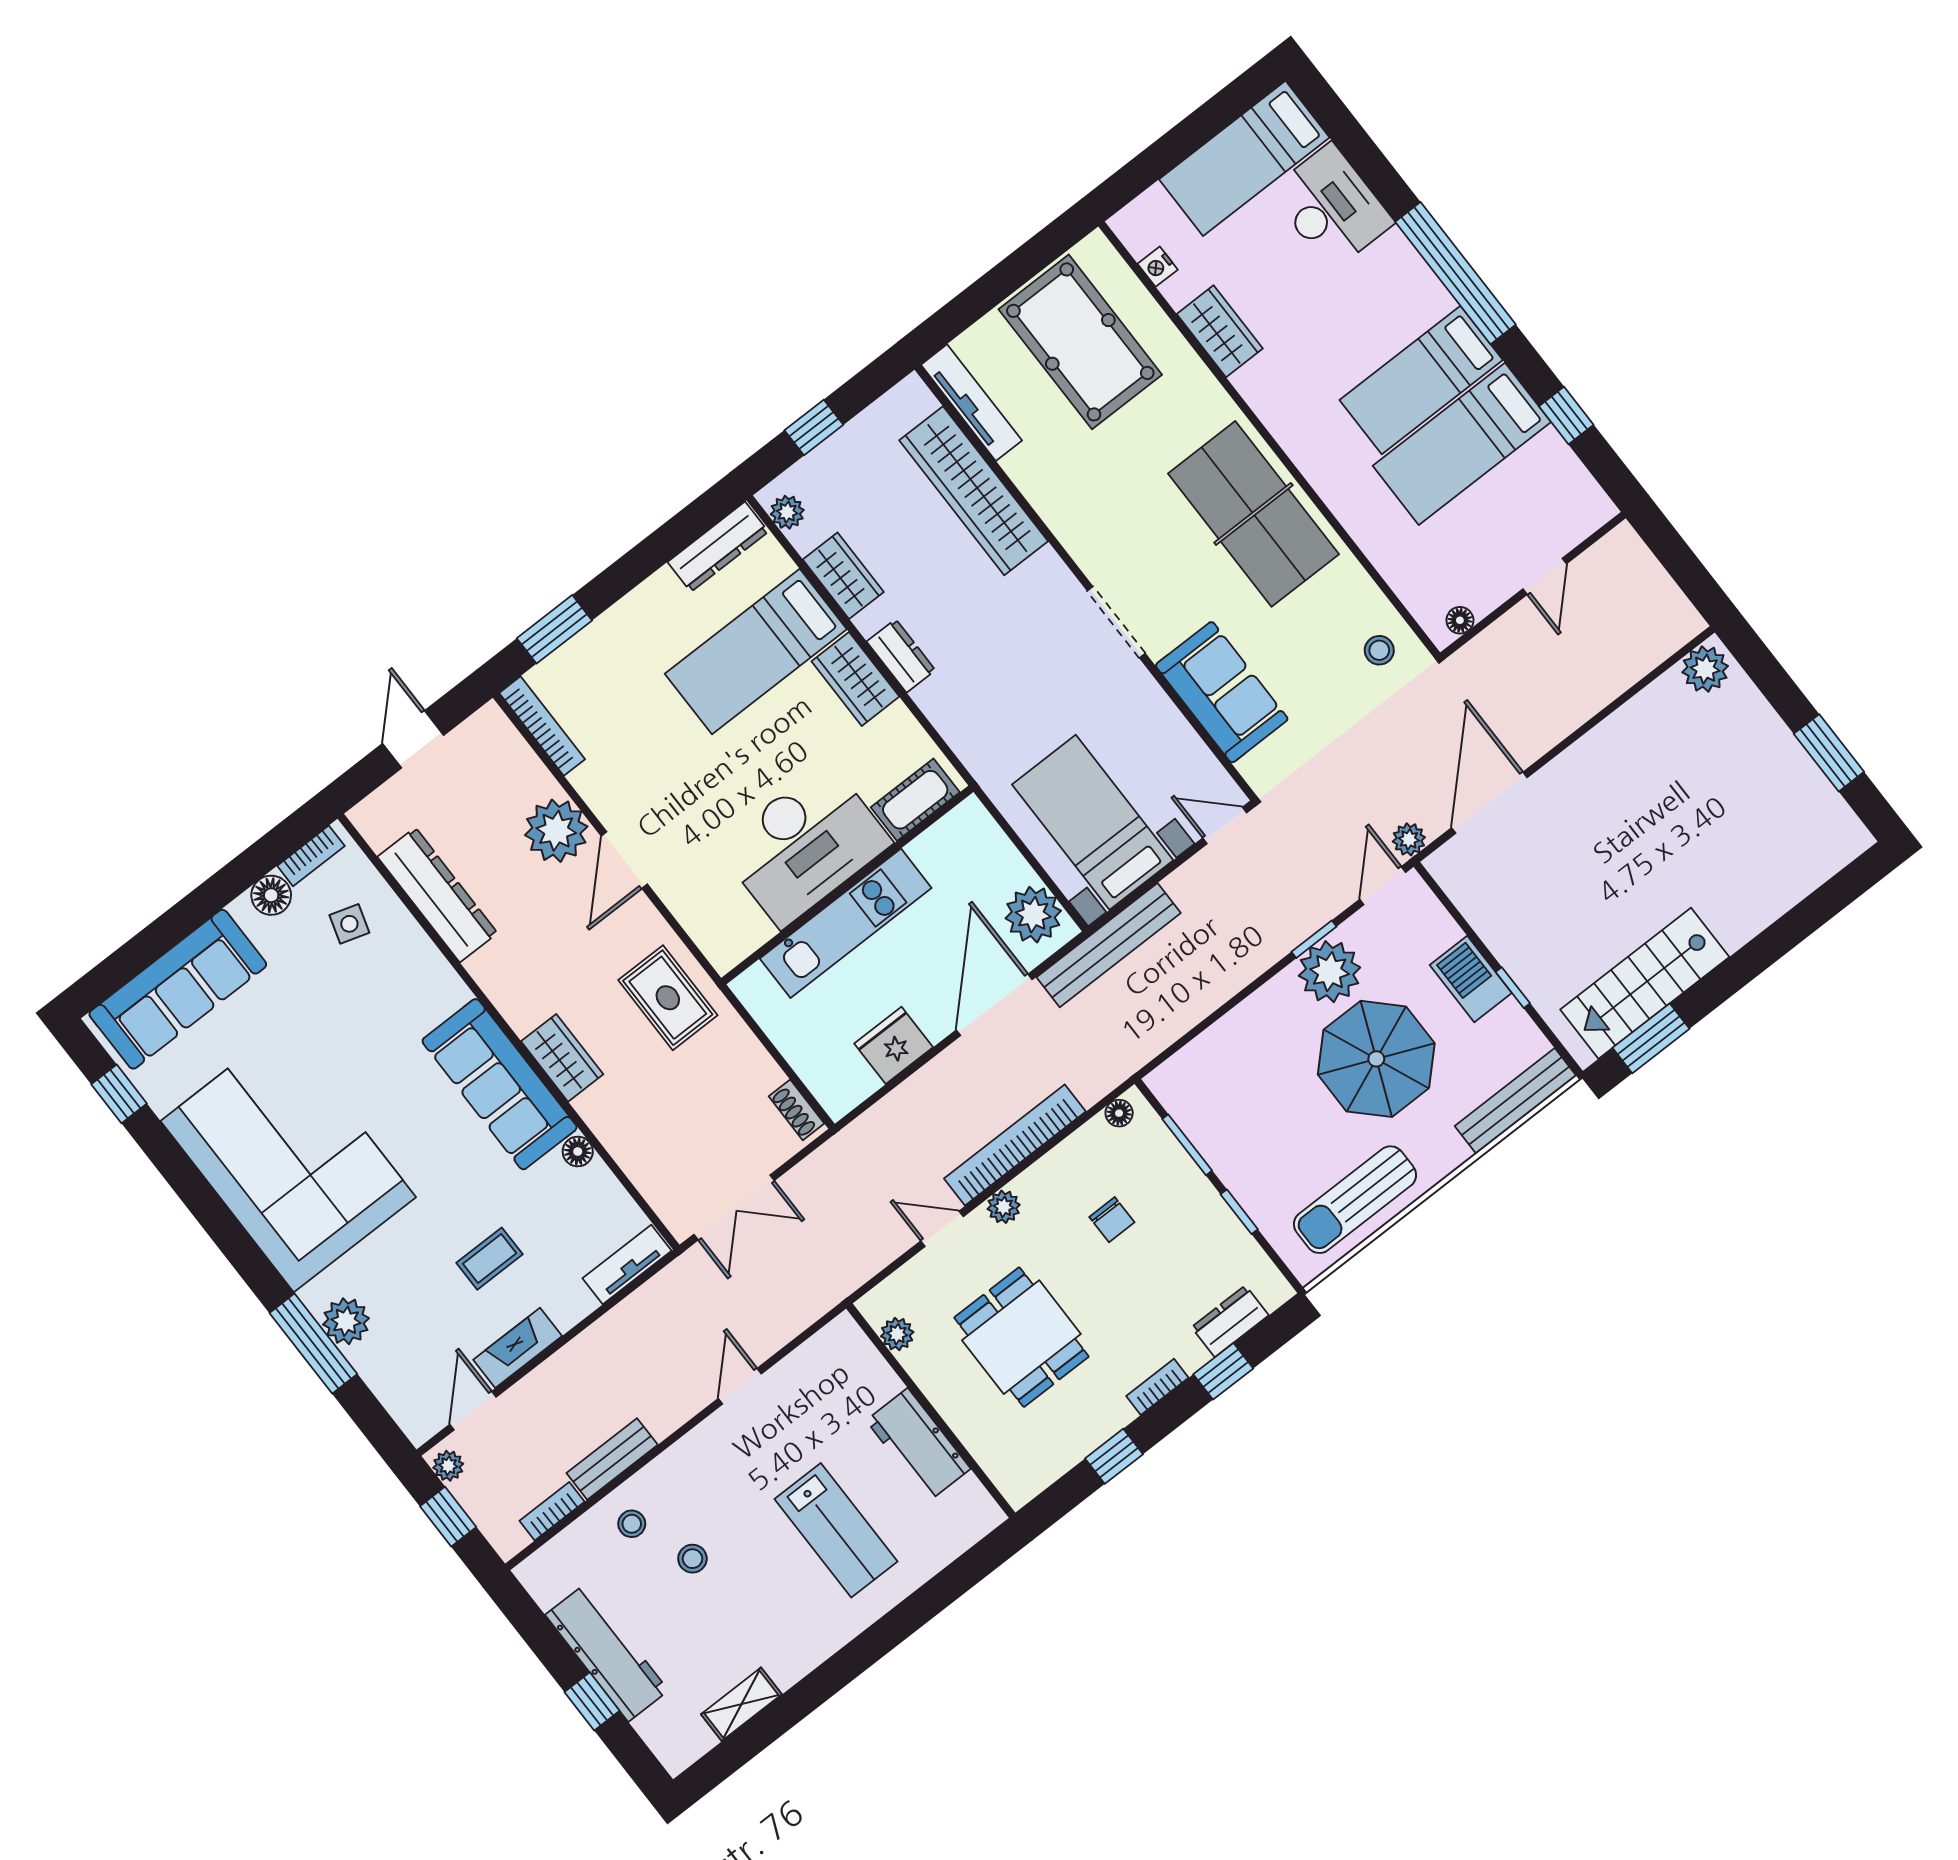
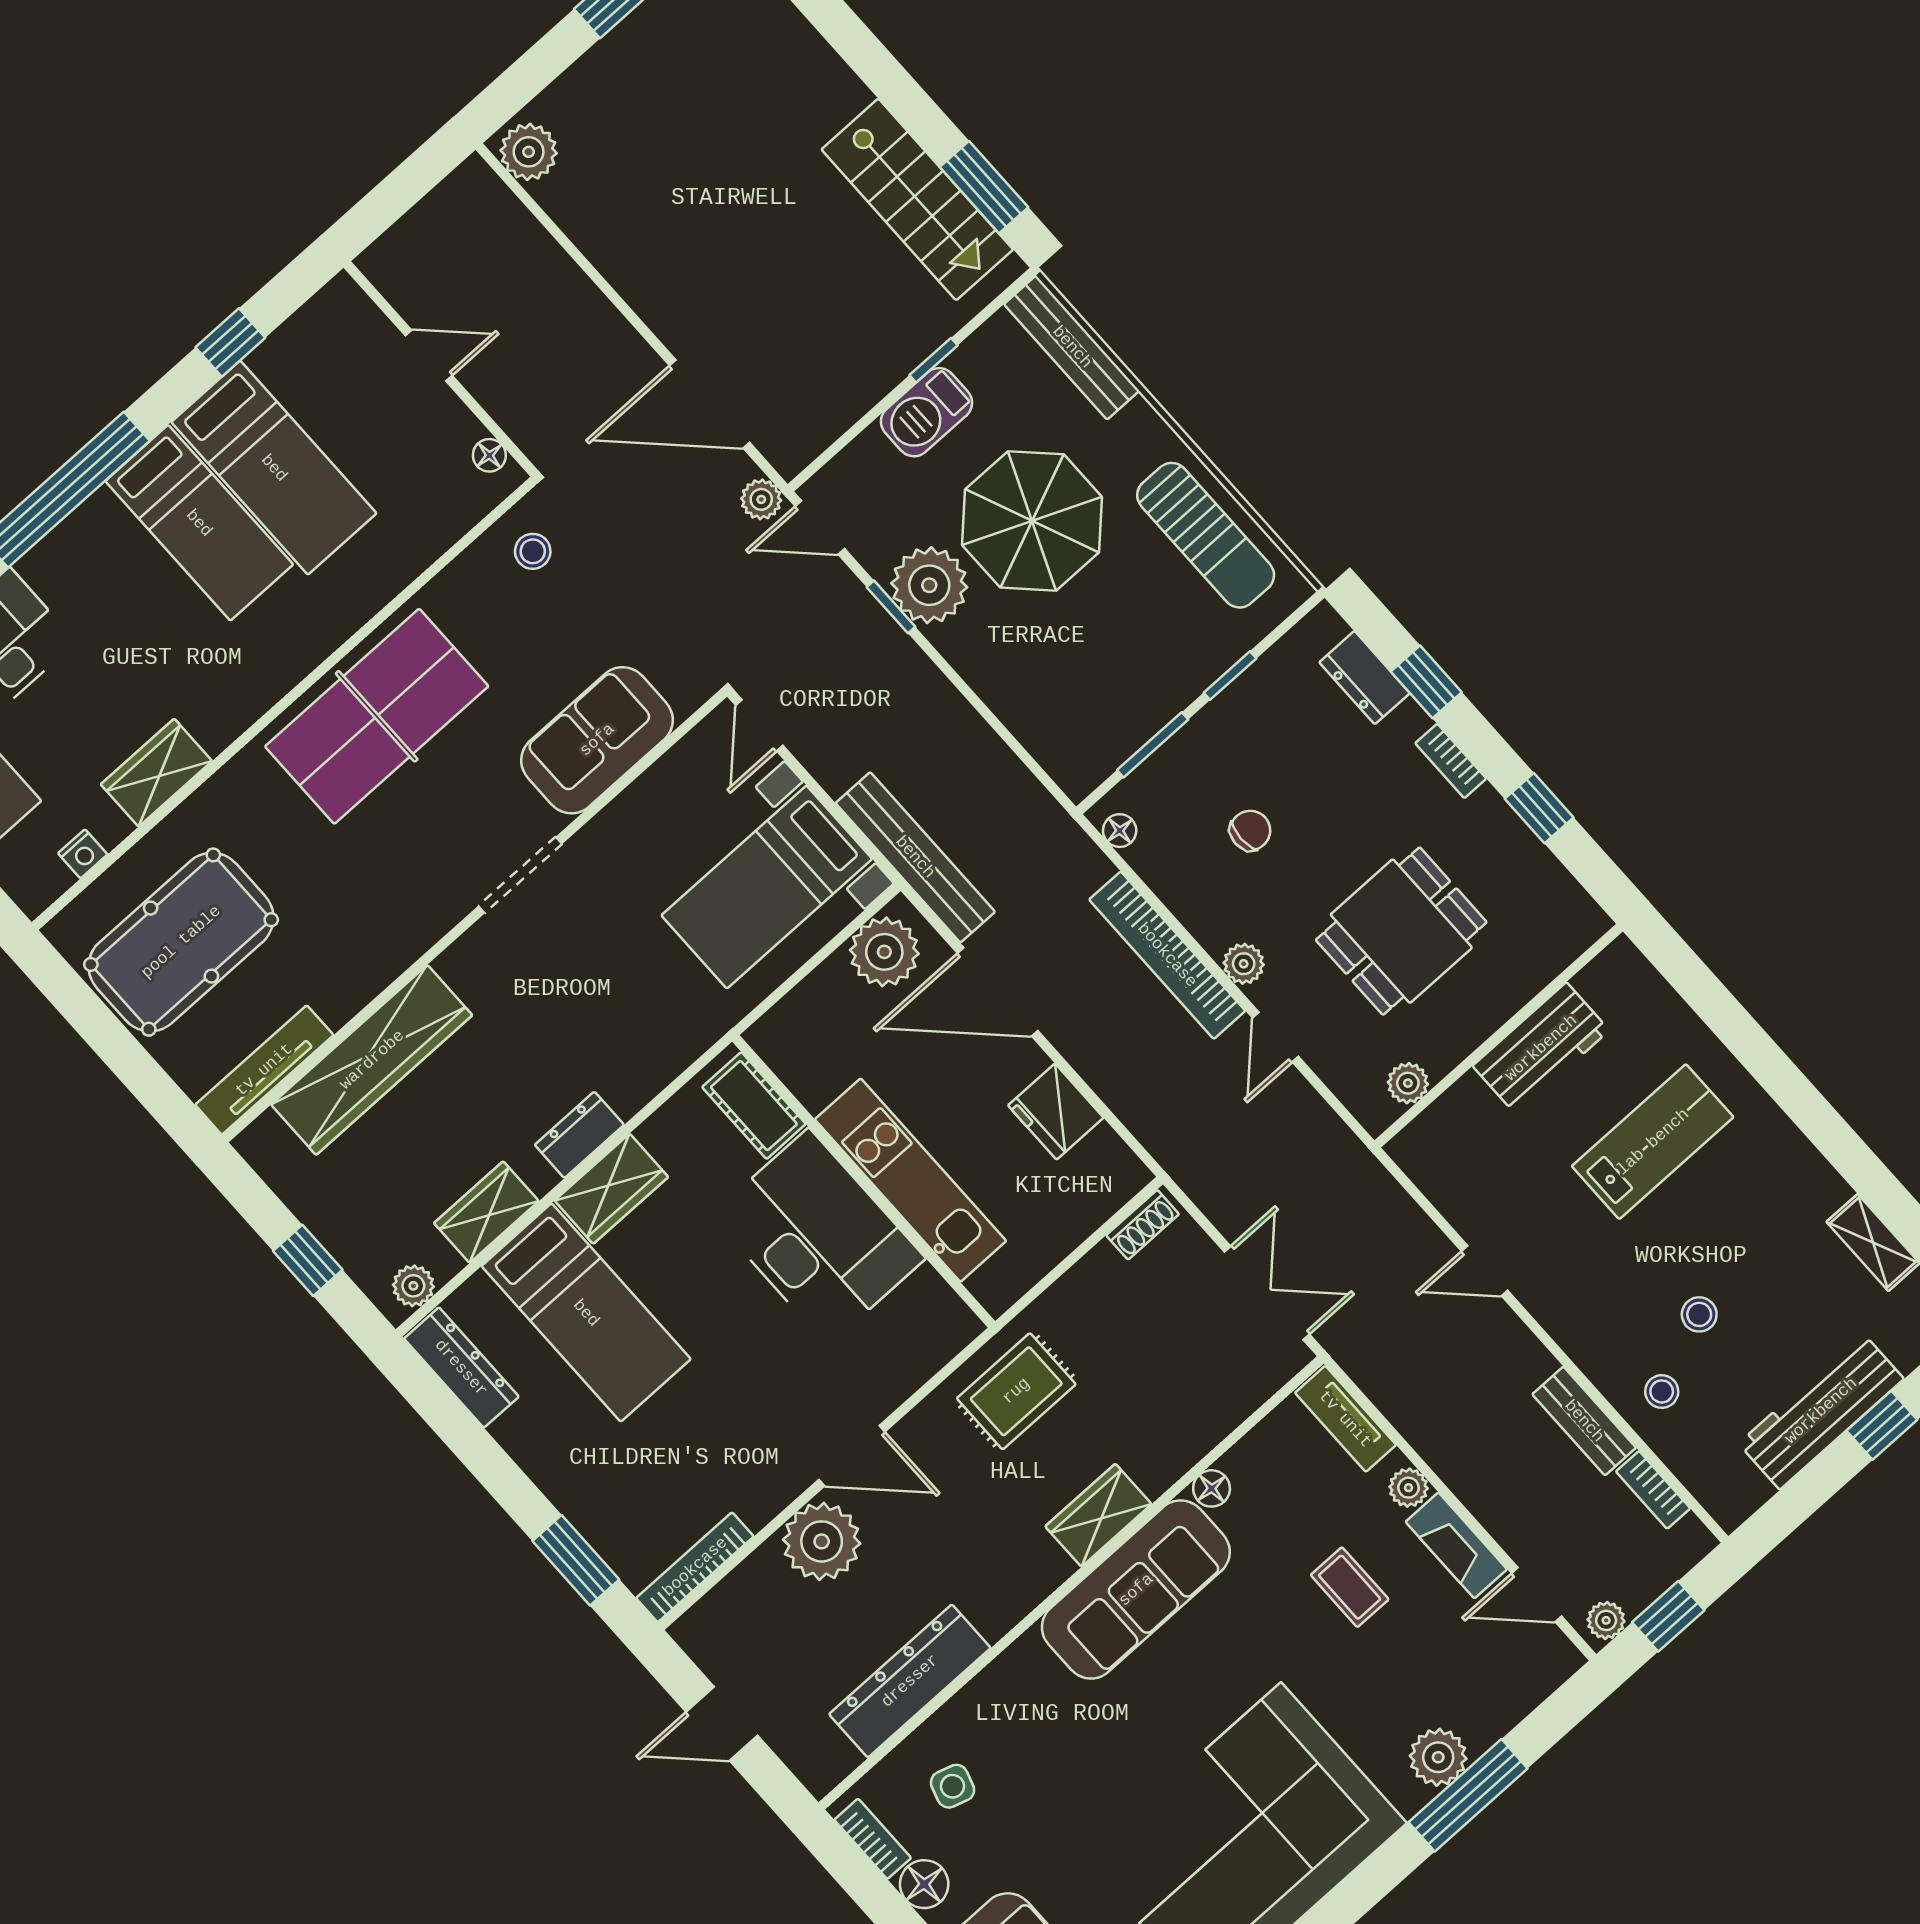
plant: (567, 1312) -> (1409, 1488), added

